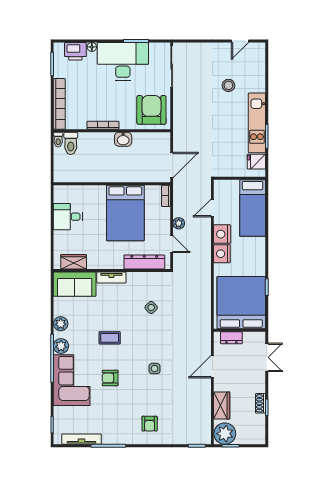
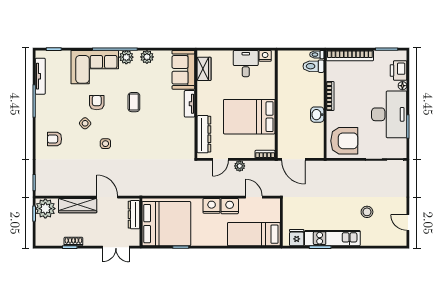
nightstand: (60, 196) -> (265, 56), added
side table: (151, 307) -> (85, 123), moved
dresser: (231, 338) -> (134, 215), width x1.44
wardrobe: (222, 406) -> (78, 206), width x1.50

